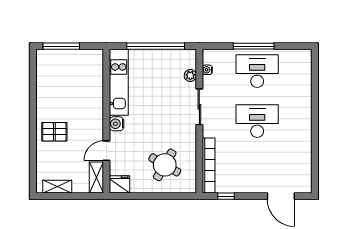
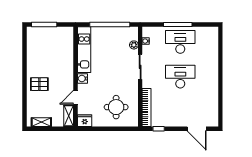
round table: (165, 165) -> (116, 107), turned -30

